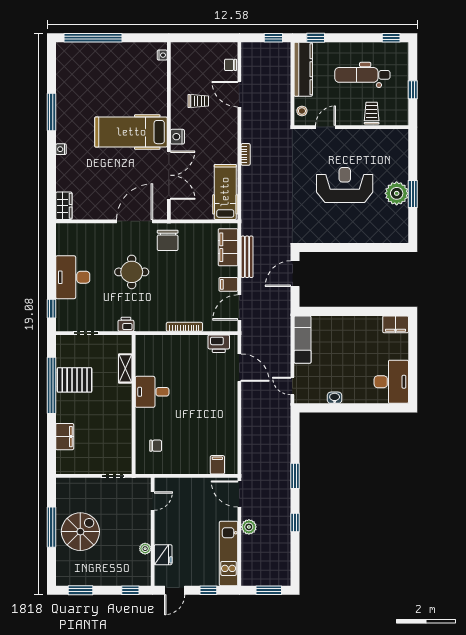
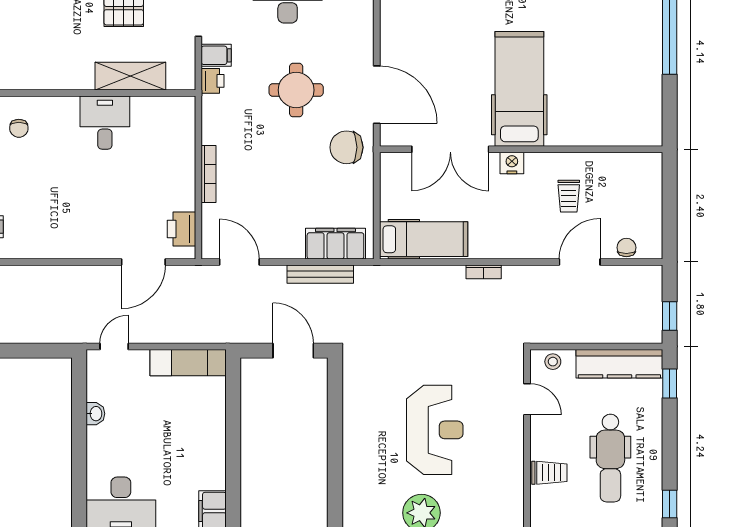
nightstand: (162, 55) -> (642, 139), removed
dental chair: (362, 75) -> (610, 458), turned 180
filing cabinet: (228, 284) -> (216, 55), moved, turned 90
shelving: (125, 368) -> (130, 76), width x1.50, depth x1.33

